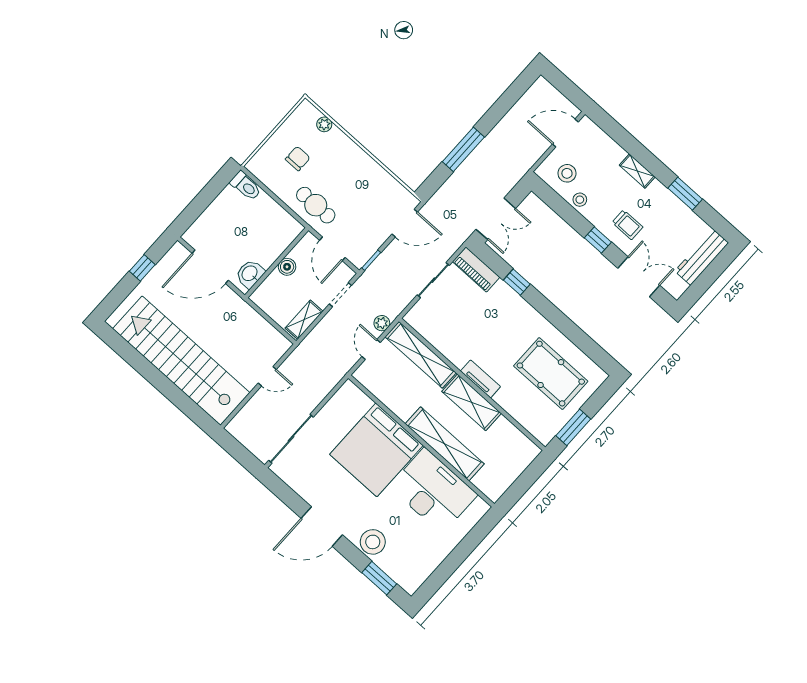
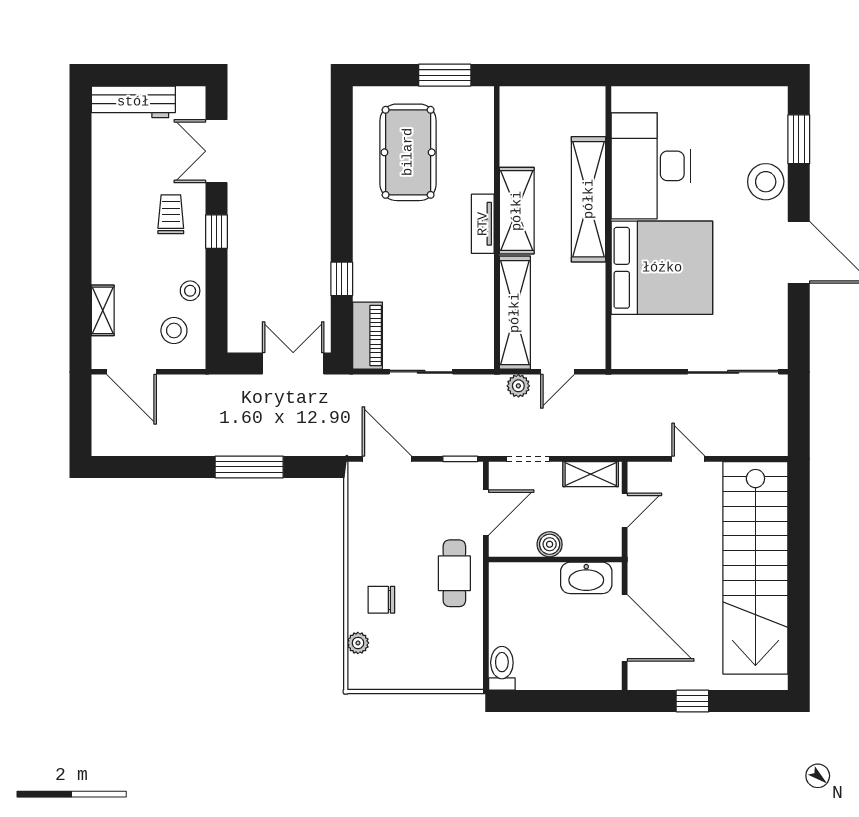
chair: (298, 158) -> (381, 600), moved
shelving: (637, 171) -> (103, 310), moved
window: (685, 194) -> (80, 182), removed
washbasin: (250, 274) -> (586, 578), width x1.38
door: (270, 320) -> (625, 510), added

